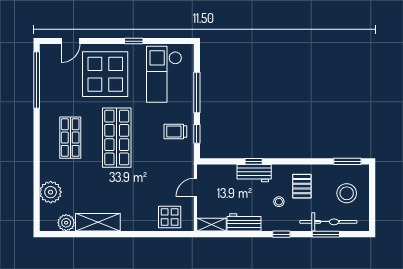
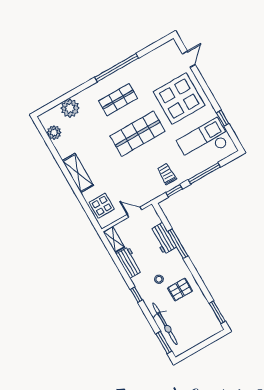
door: (70, 41) -> (189, 59), swing flipped
window: (134, 41) -> (223, 118), moved
window: (37, 80) -> (117, 68), moved
window: (254, 161) -> (178, 244), width x2.17
workbench: (254, 173) -> (163, 238), moved
stool: (347, 193) -> (194, 325), removed
shelving: (98, 222) -> (78, 173), moved
window: (326, 234) -> (164, 343), moved

